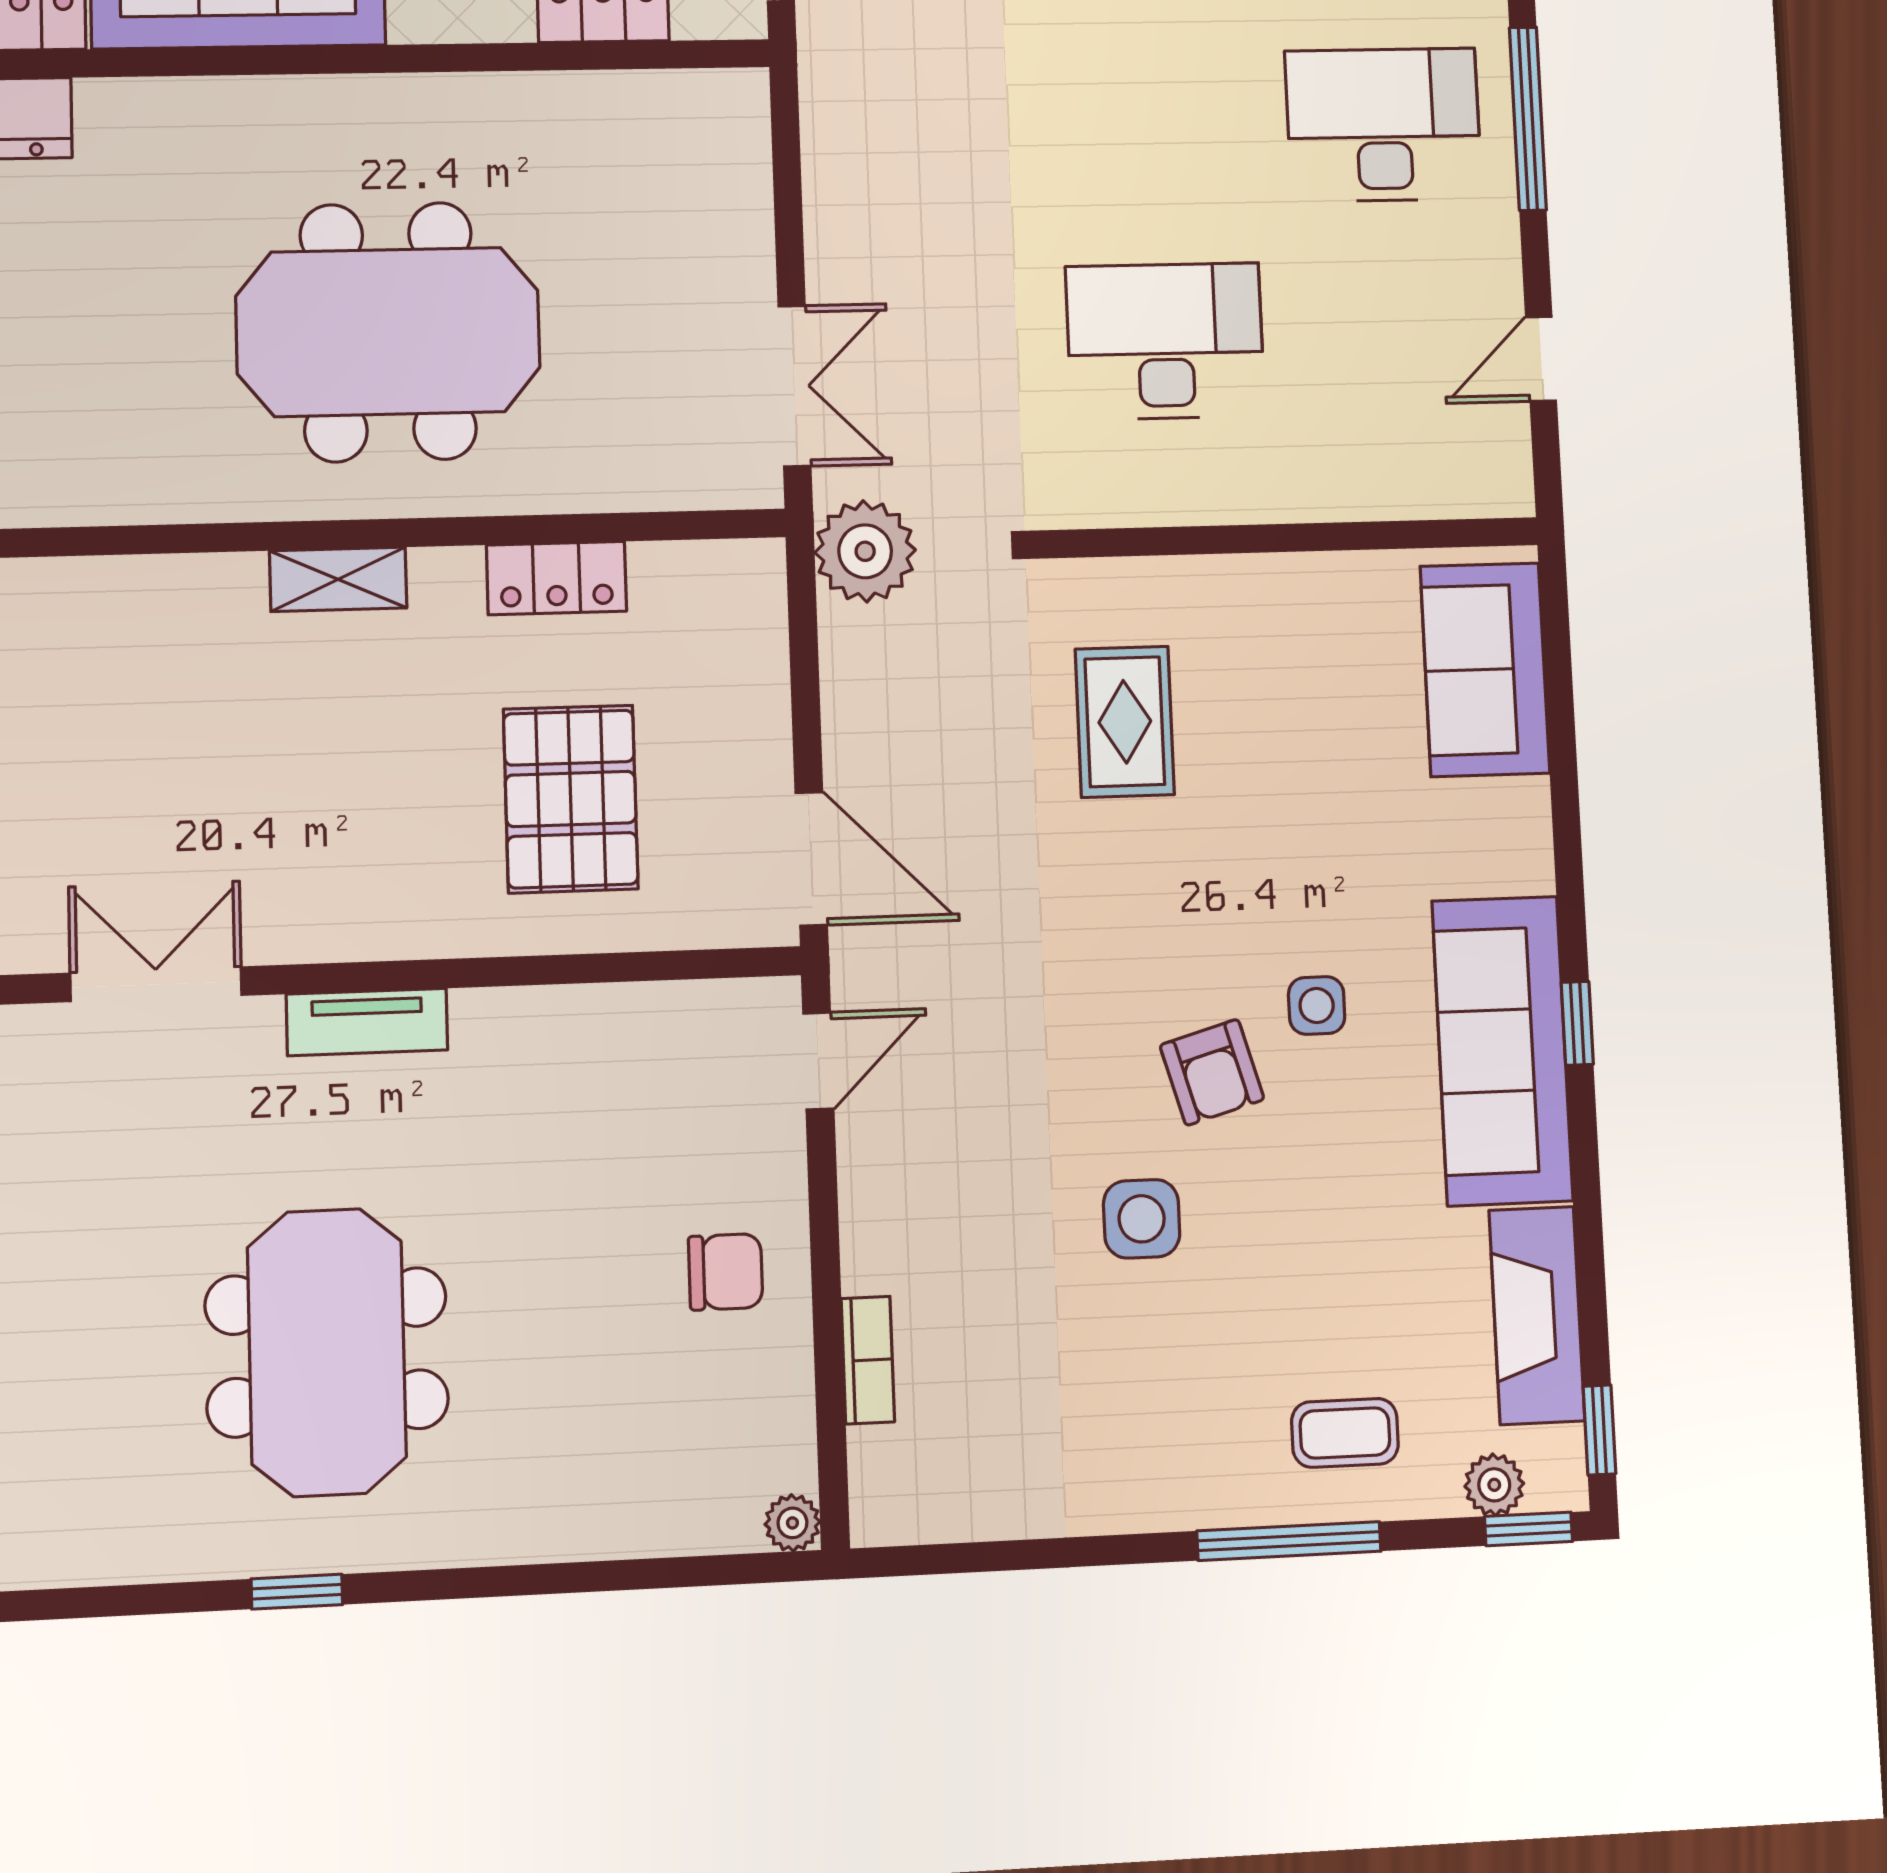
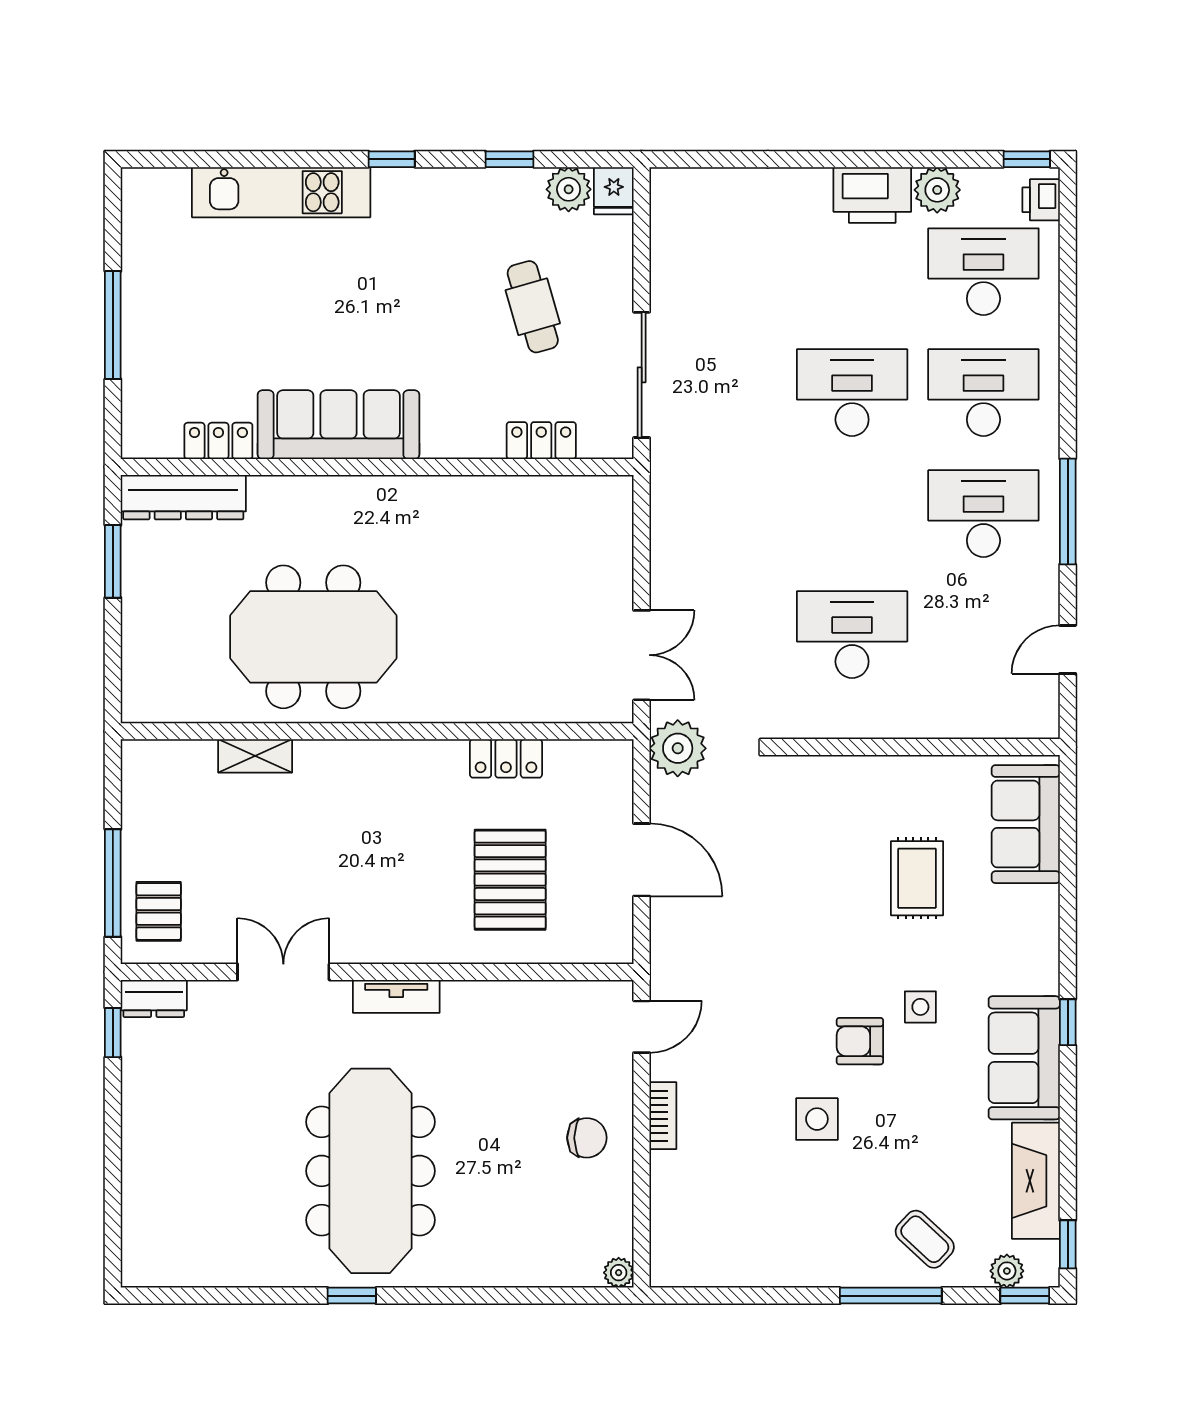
meeting table: (388, 332) -> (313, 637), moved
shelving: (338, 579) -> (255, 756), moved
rug: (1125, 722) -> (917, 878), moved
door: (811, 859) -> (642, 860), moved
sofa: (1502, 1051) -> (1024, 1058), width x0.73
armchair: (1212, 1072) -> (860, 1041), turned 106
meeting table: (327, 1352) -> (371, 1171), width x1.36
bookcase: (868, 1360) -> (663, 1116), moved
coffee table: (1345, 1433) -> (925, 1239), turned 43

